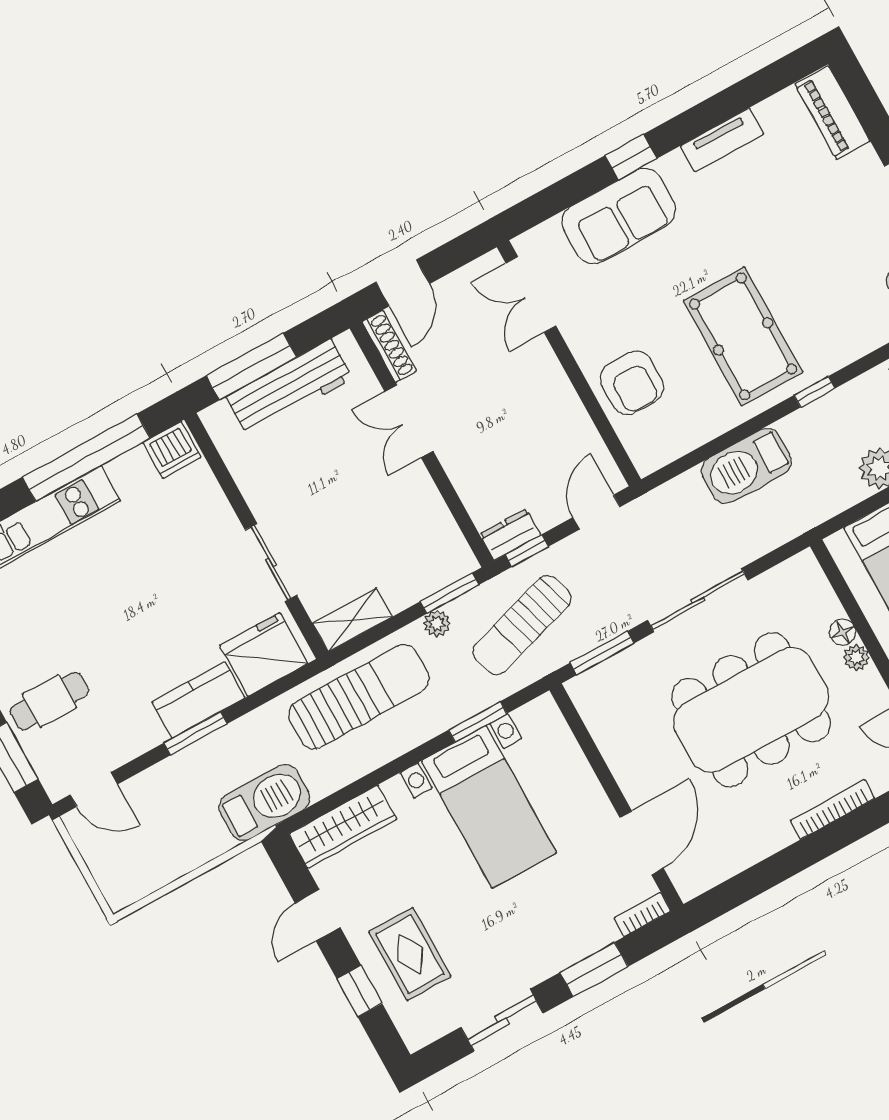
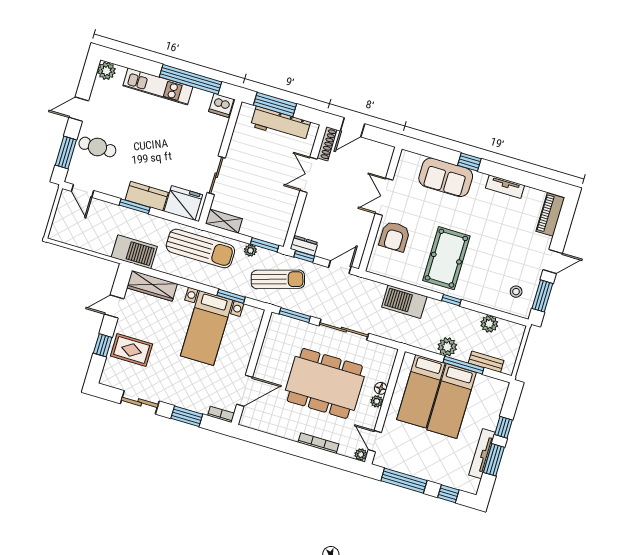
double door: (531, 294) -> (384, 197), moved
sun lounger: (522, 625) -> (278, 279), turned 180
rug: (410, 954) -> (132, 350), turned 90

